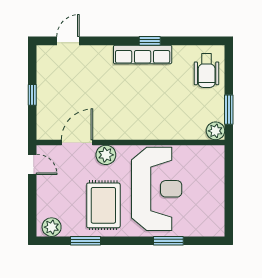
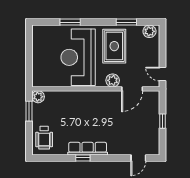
wheelchair: (207, 71) -> (44, 138), turned 180

